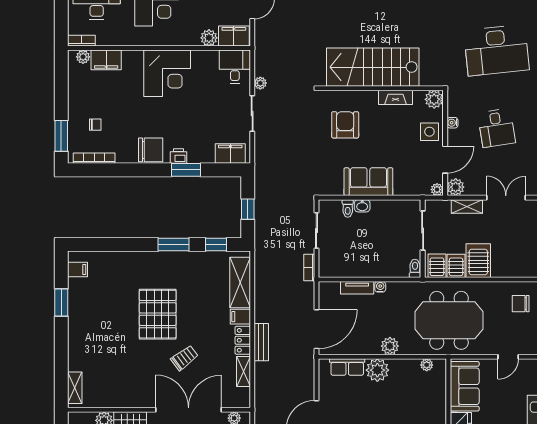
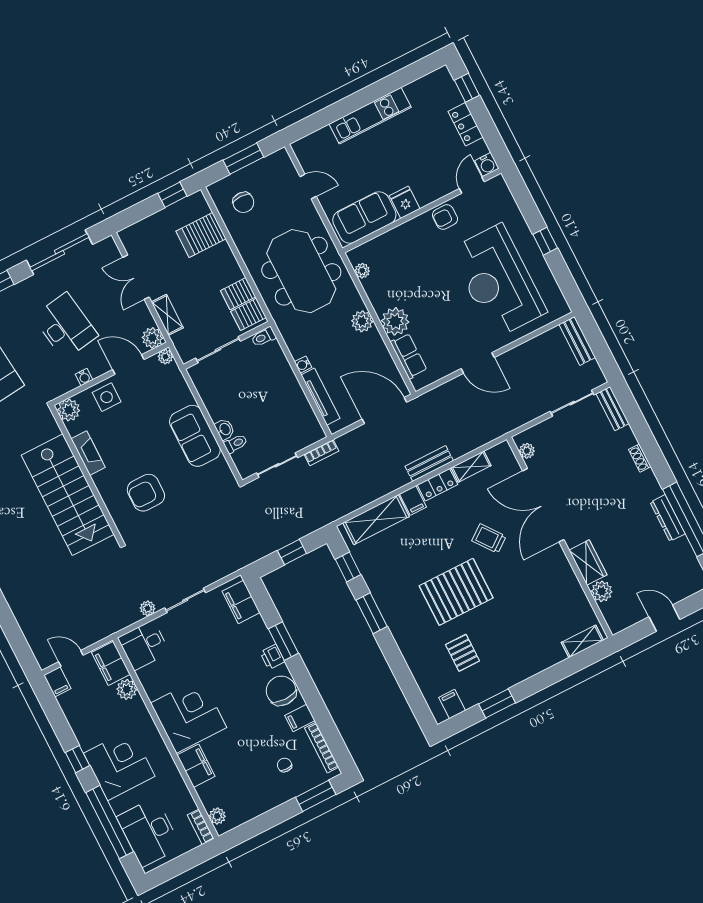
filing cabinet: (106, 60) -> (196, 766), moved
desk: (497, 128) -> (65, 326), width x1.37
filing cabinet: (124, 153) -> (300, 718), added
server rack: (478, 261) -> (201, 235), moved
tv unit: (357, 288) -> (321, 397), width x1.41
pallet: (111, 296) -> (463, 653), added

